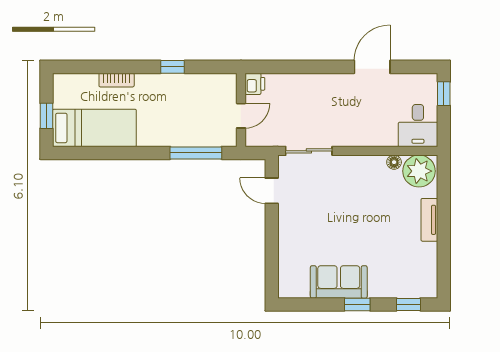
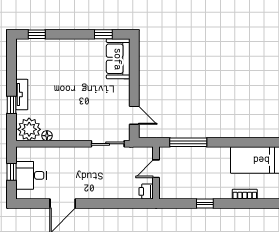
window: (444, 94) -> (12, 172), moved
desk: (418, 126) -> (31, 175), moved, turned -90
window: (444, 205) -> (12, 105), added
sofa: (339, 282) -> (118, 59), moved, turned 90
window: (357, 304) -> (103, 34), moved

